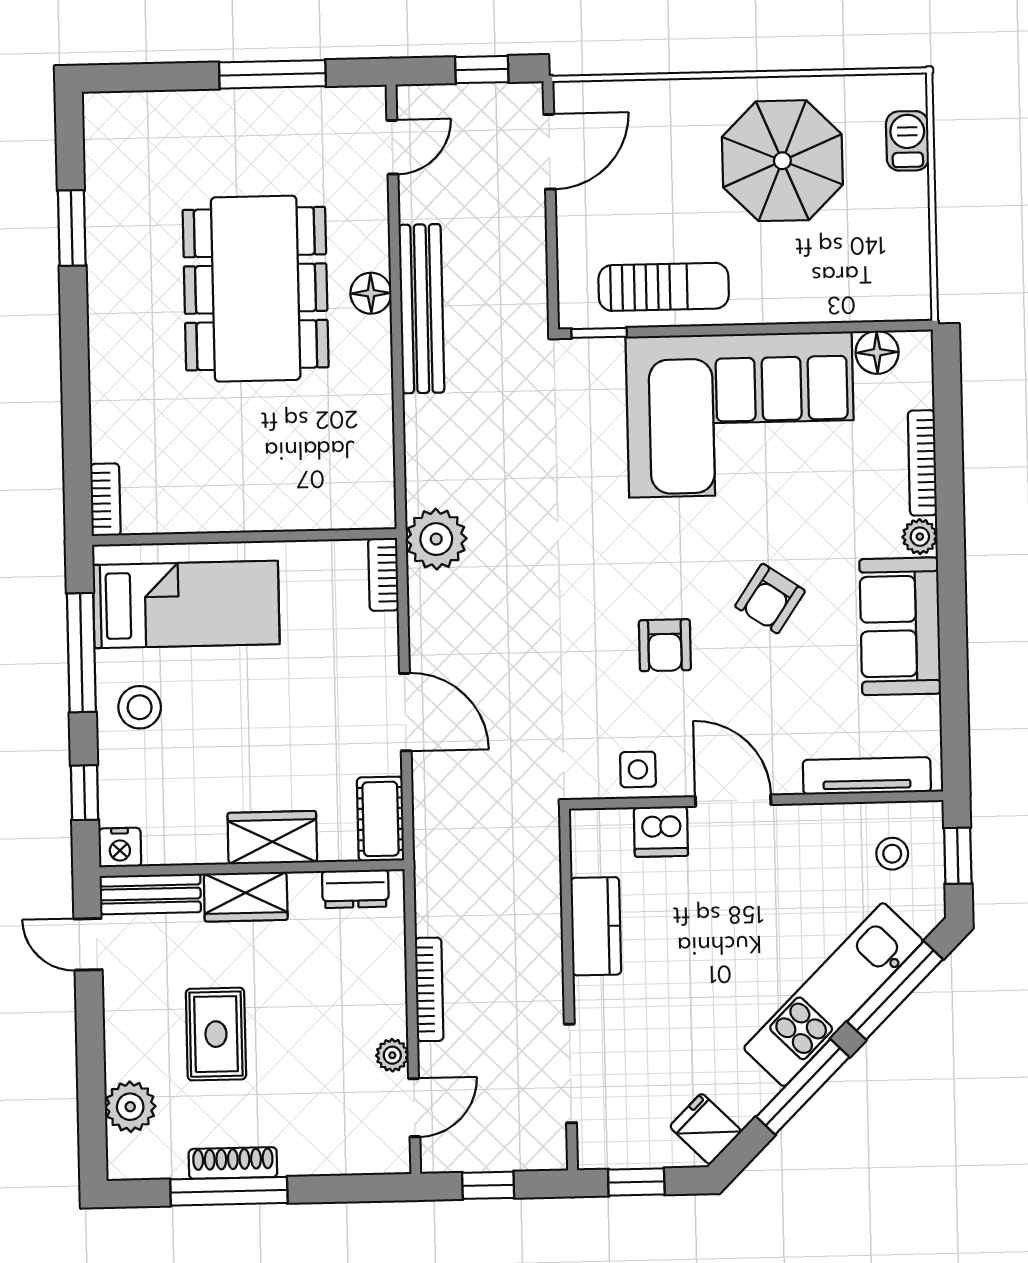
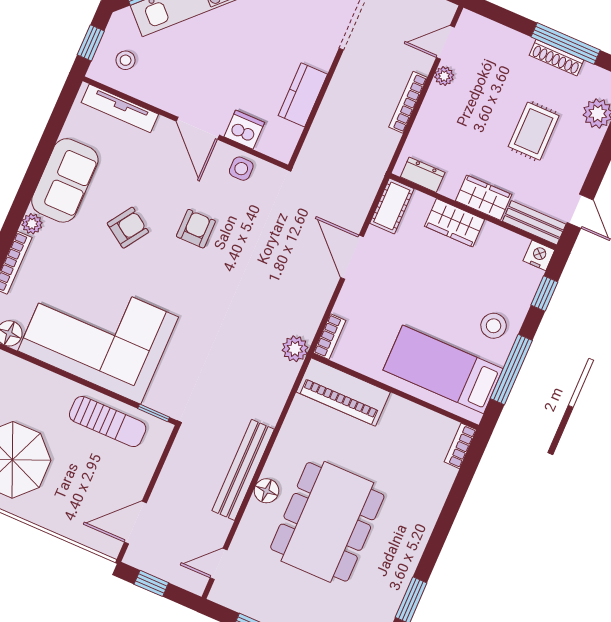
sun lounger: (664, 287) -> (108, 422), turned 180
piano: (323, 499) -> (343, 392), added
plant: (436, 539) -> (295, 349), width x0.73, depth x0.73

